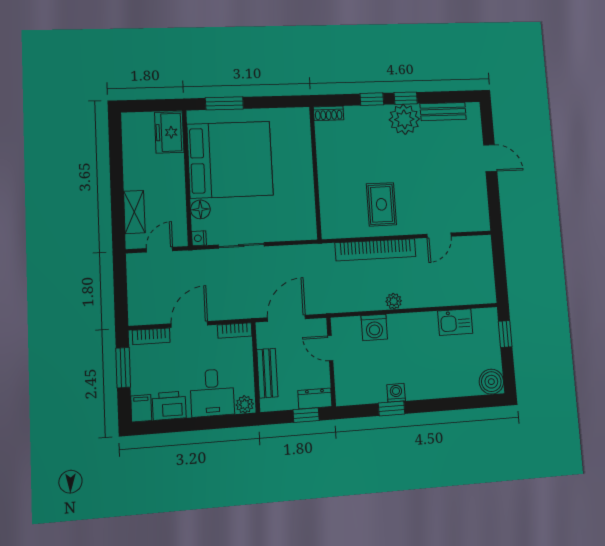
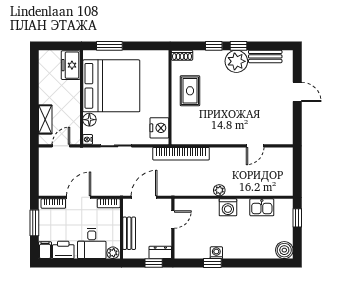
rug: (381, 204) -> (190, 91), moved
nightstand: (303, 216) -> (159, 128), added
bookcase: (376, 250) -> (181, 154), moved
washing machine: (374, 327) -> (228, 207), moved
door: (330, 348) -> (173, 219), swing flipped

